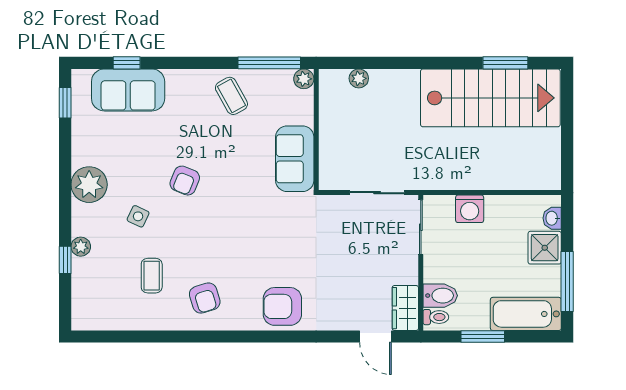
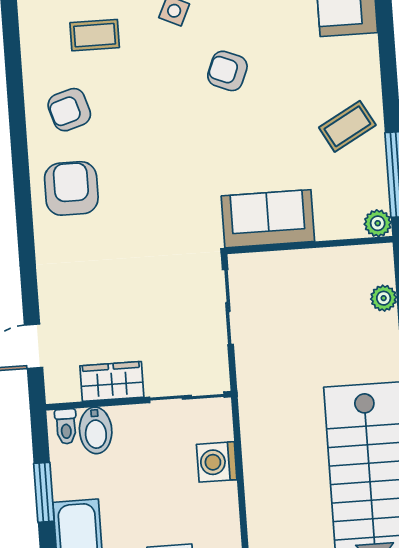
sliding door: (377, 193) -> (228, 307), moved
armchair: (282, 306) -> (71, 188), moved
wardrobe: (405, 308) -> (112, 381), moved

